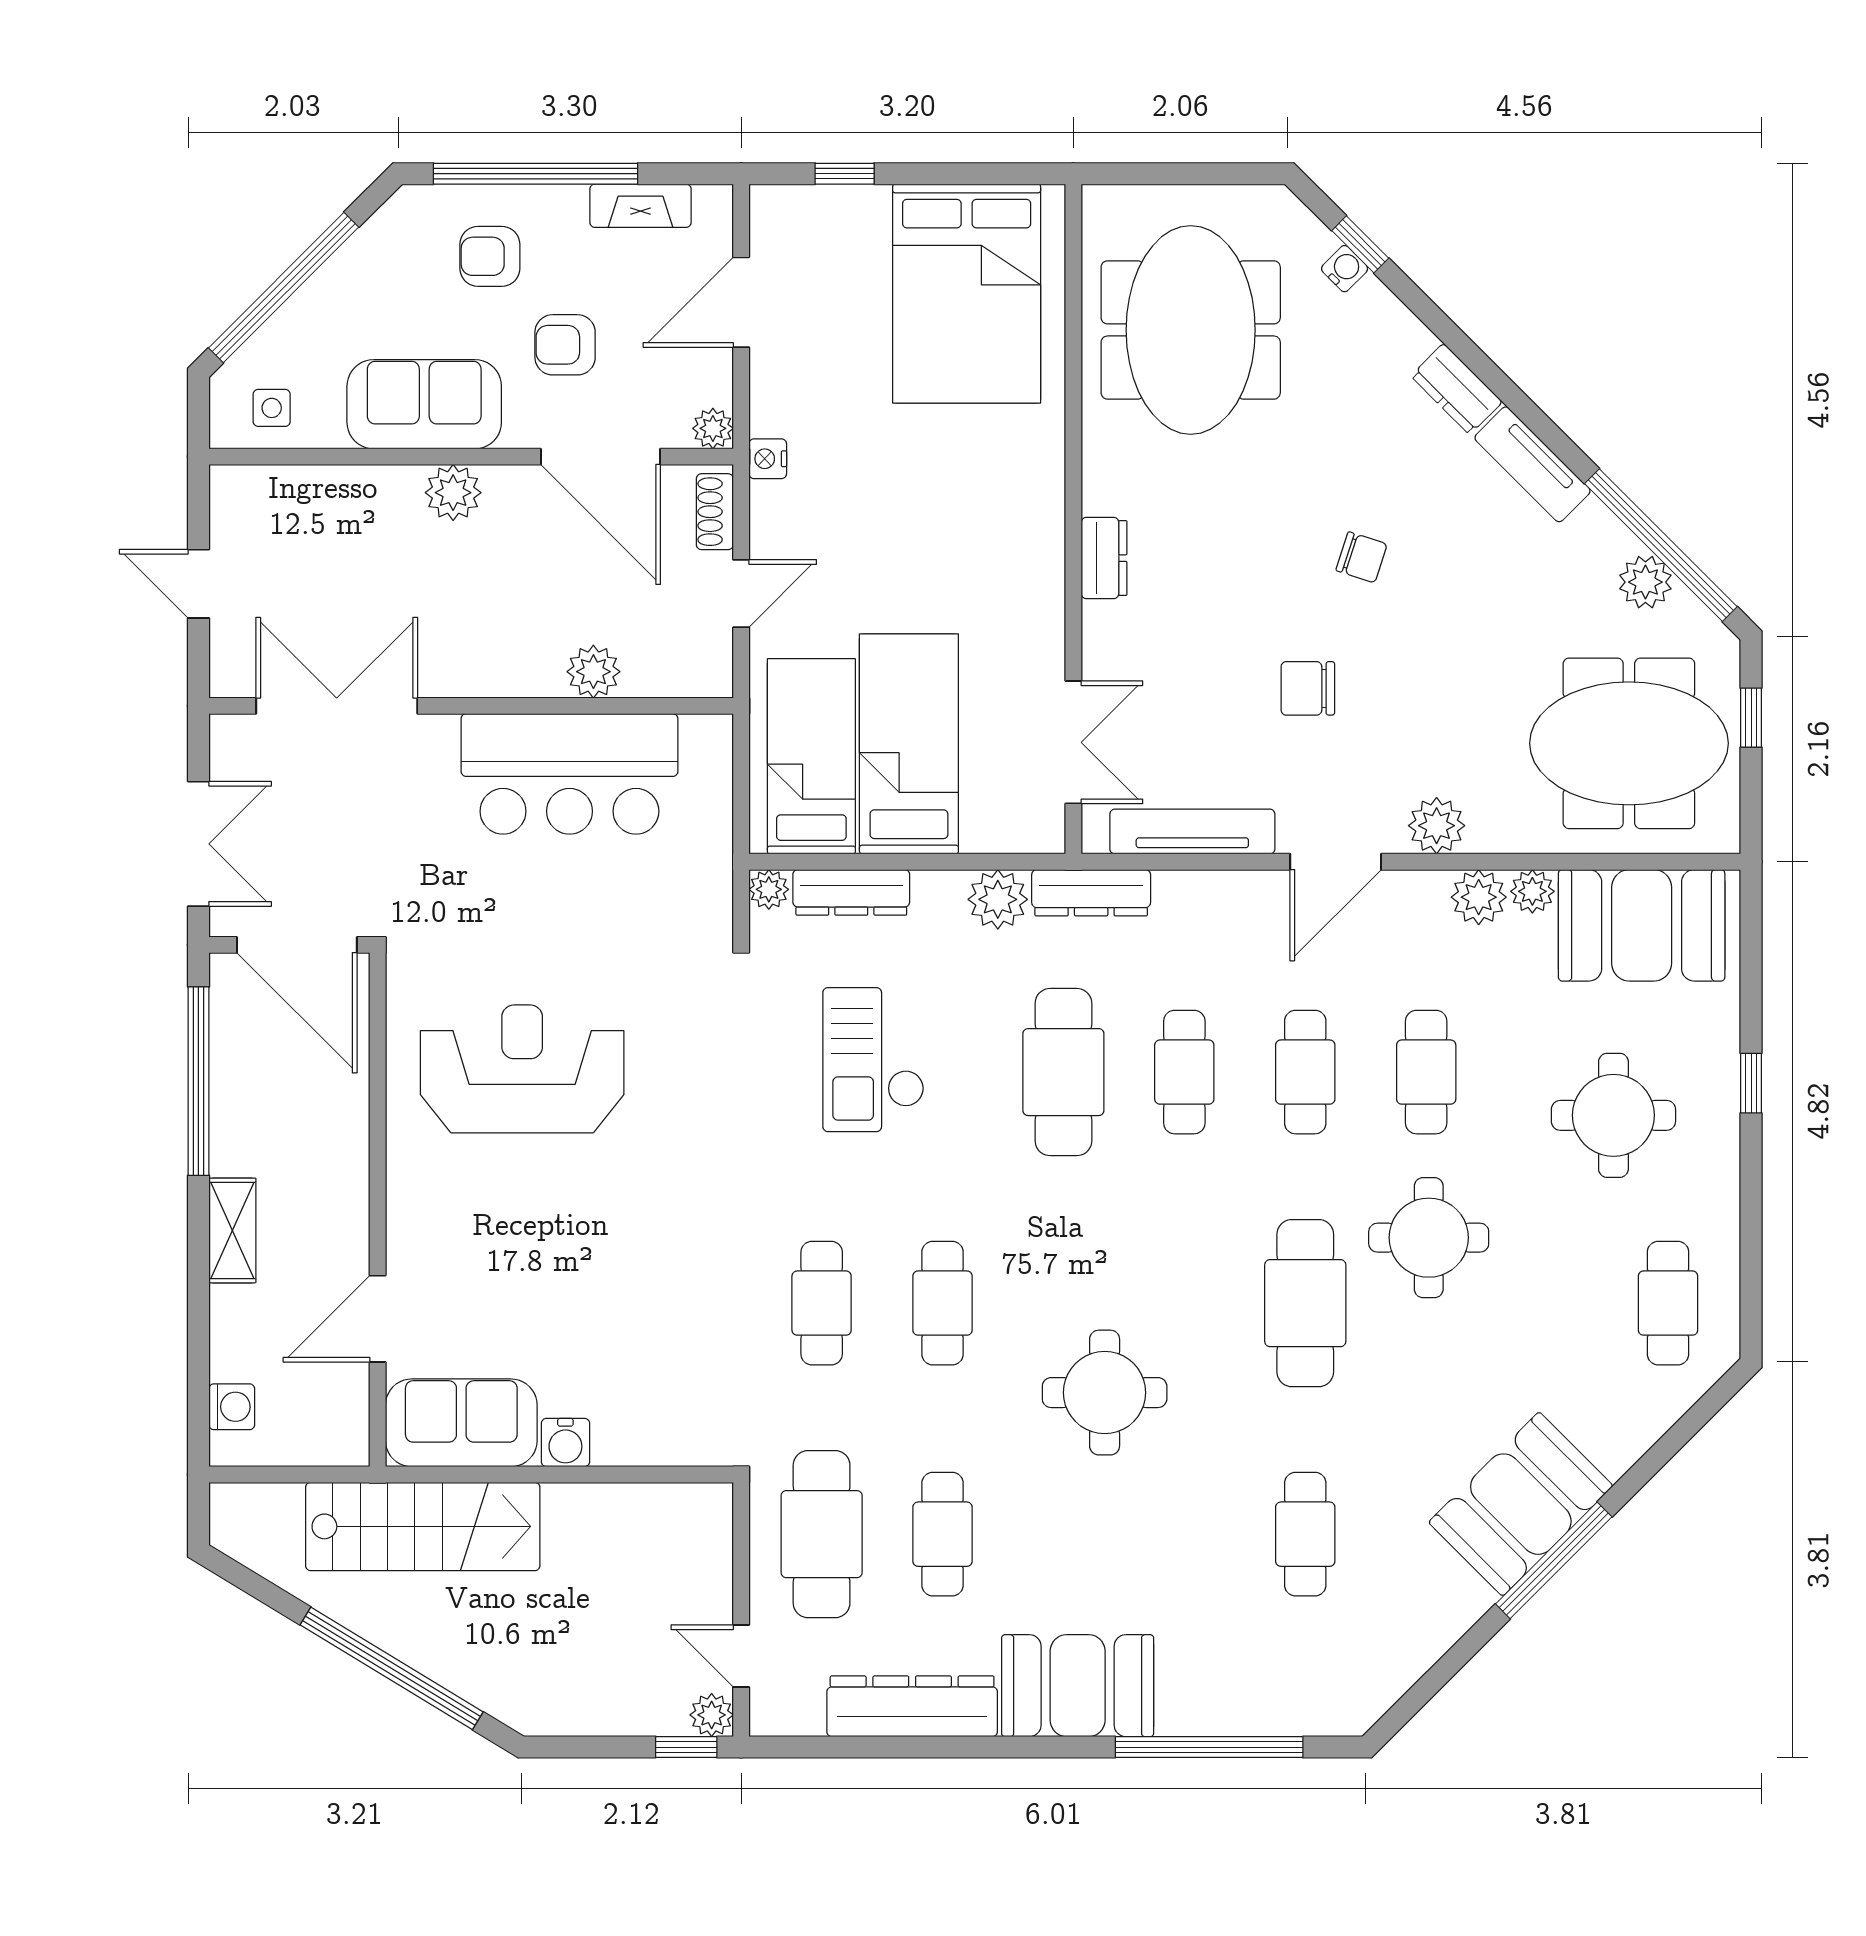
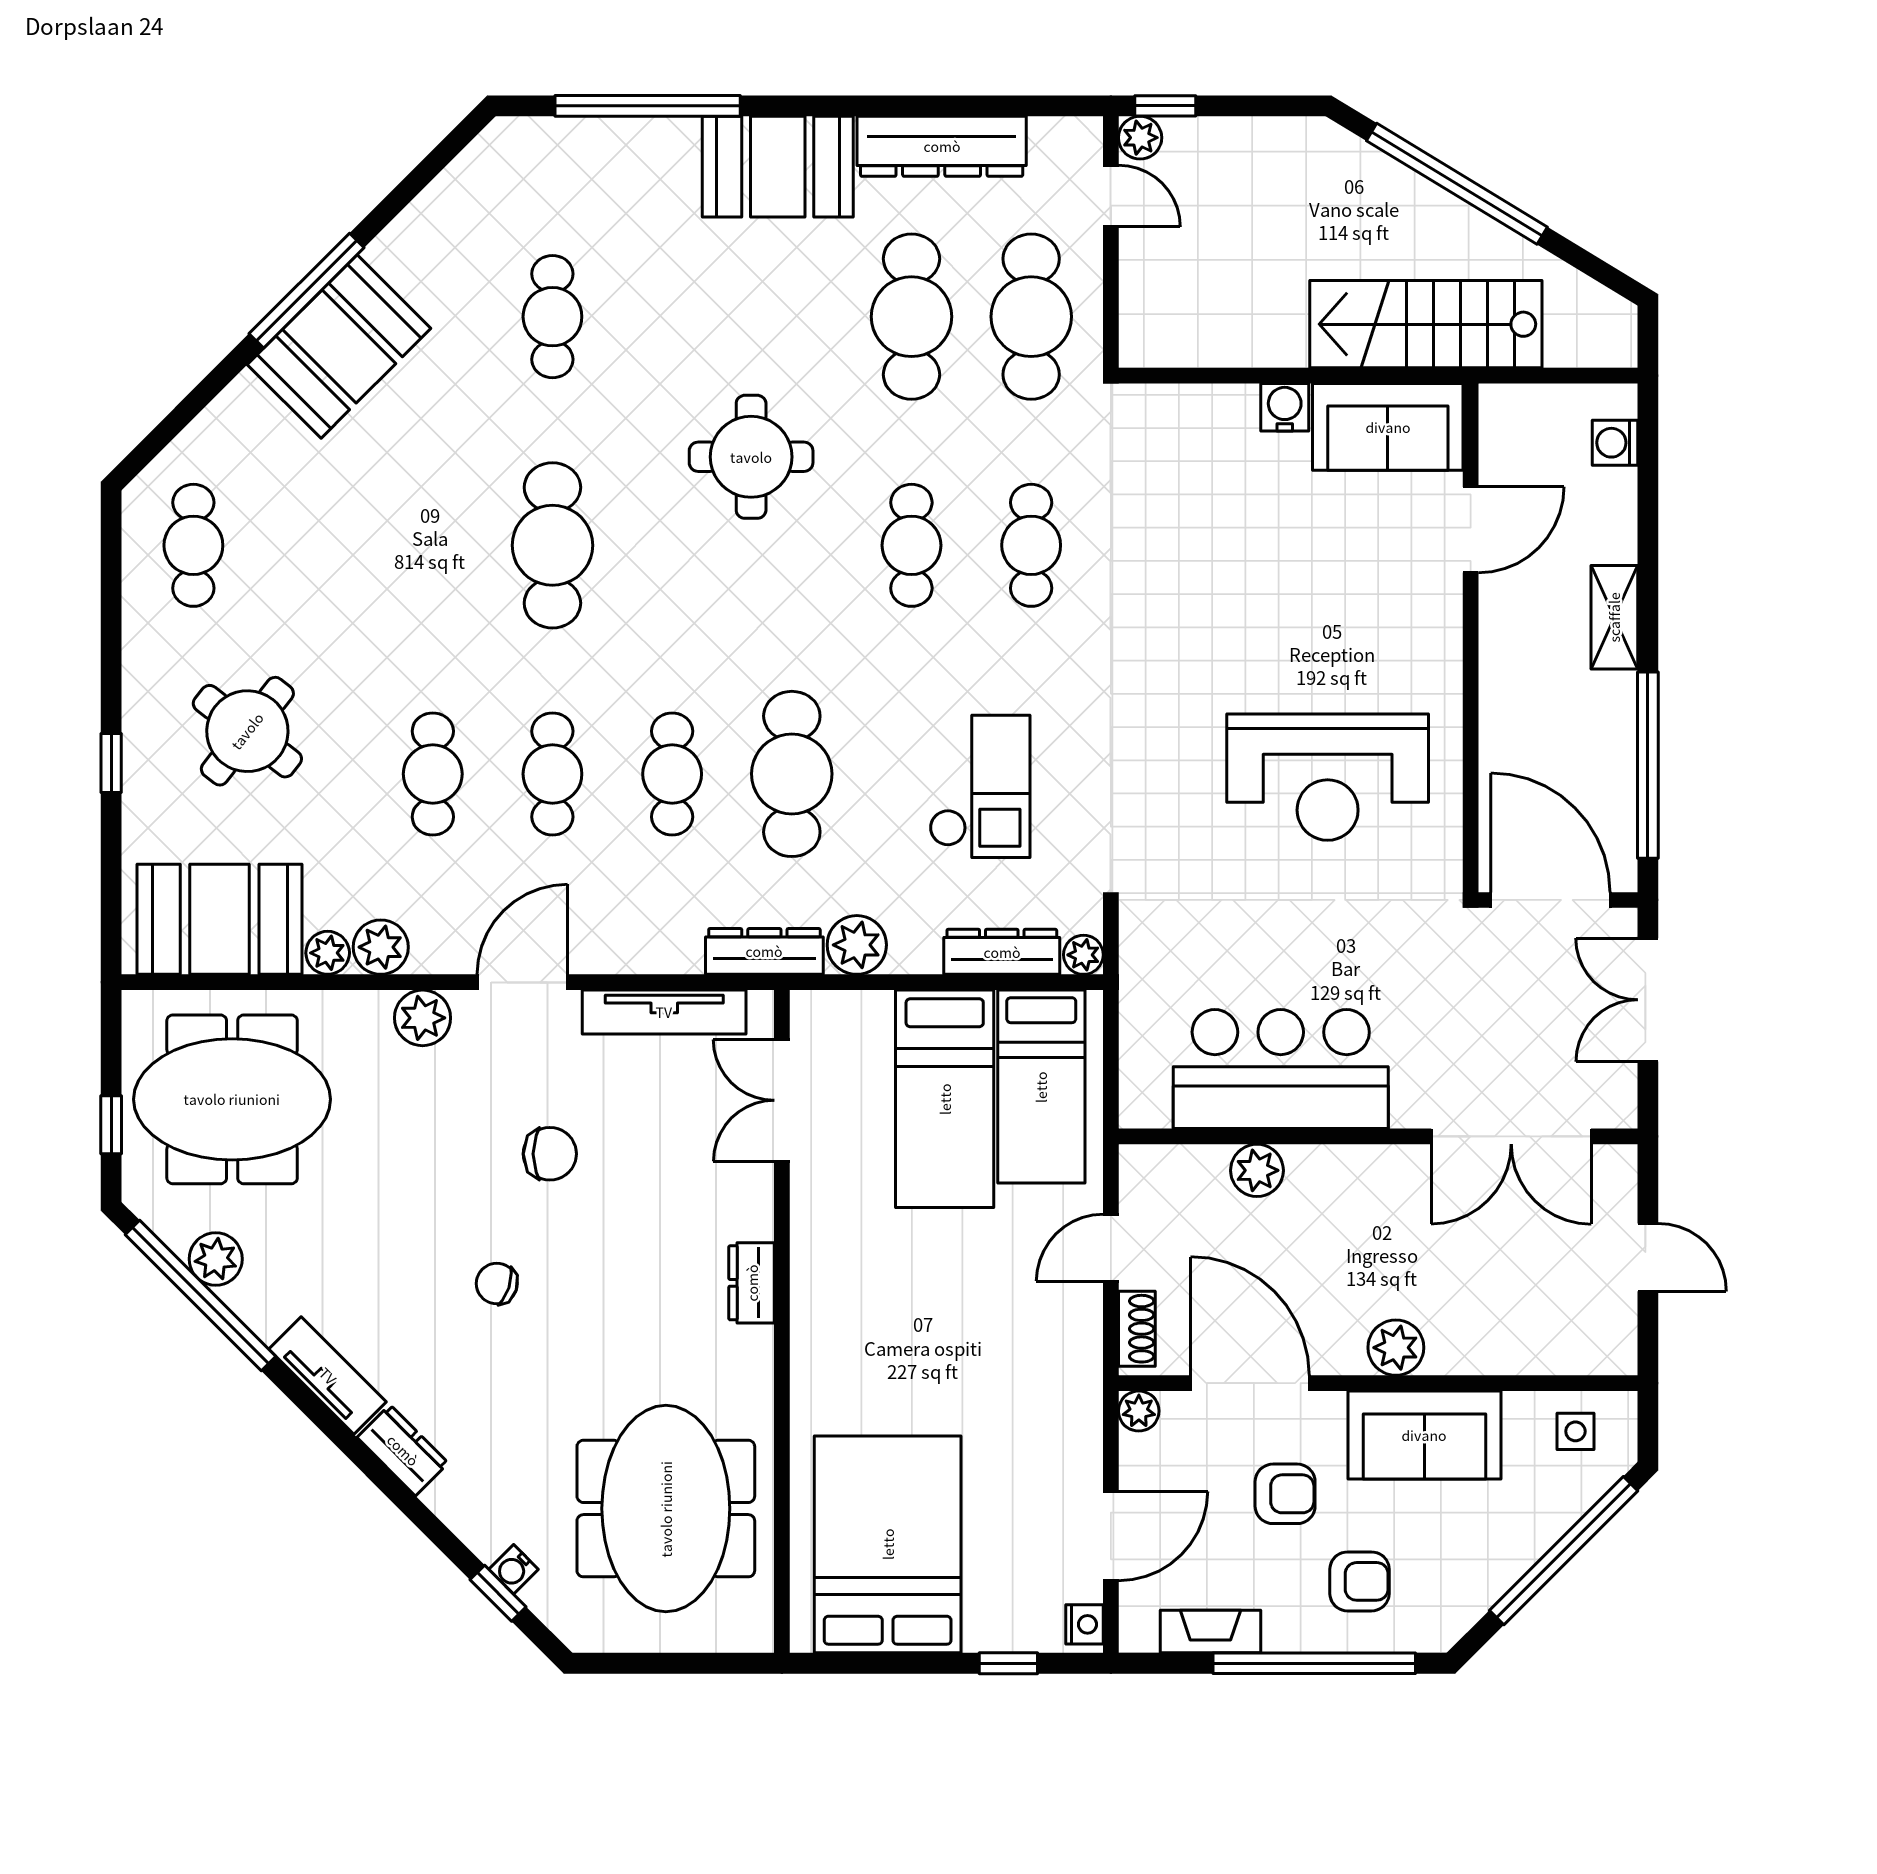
nightstand: (768, 459) -> (1085, 1624), moved
round table: (1613, 1115) -> (247, 731), turned 38
round table: (1429, 1238) -> (430, 610), removed
cafe table: (943, 1534) -> (911, 317), width x1.37, depth x1.35

